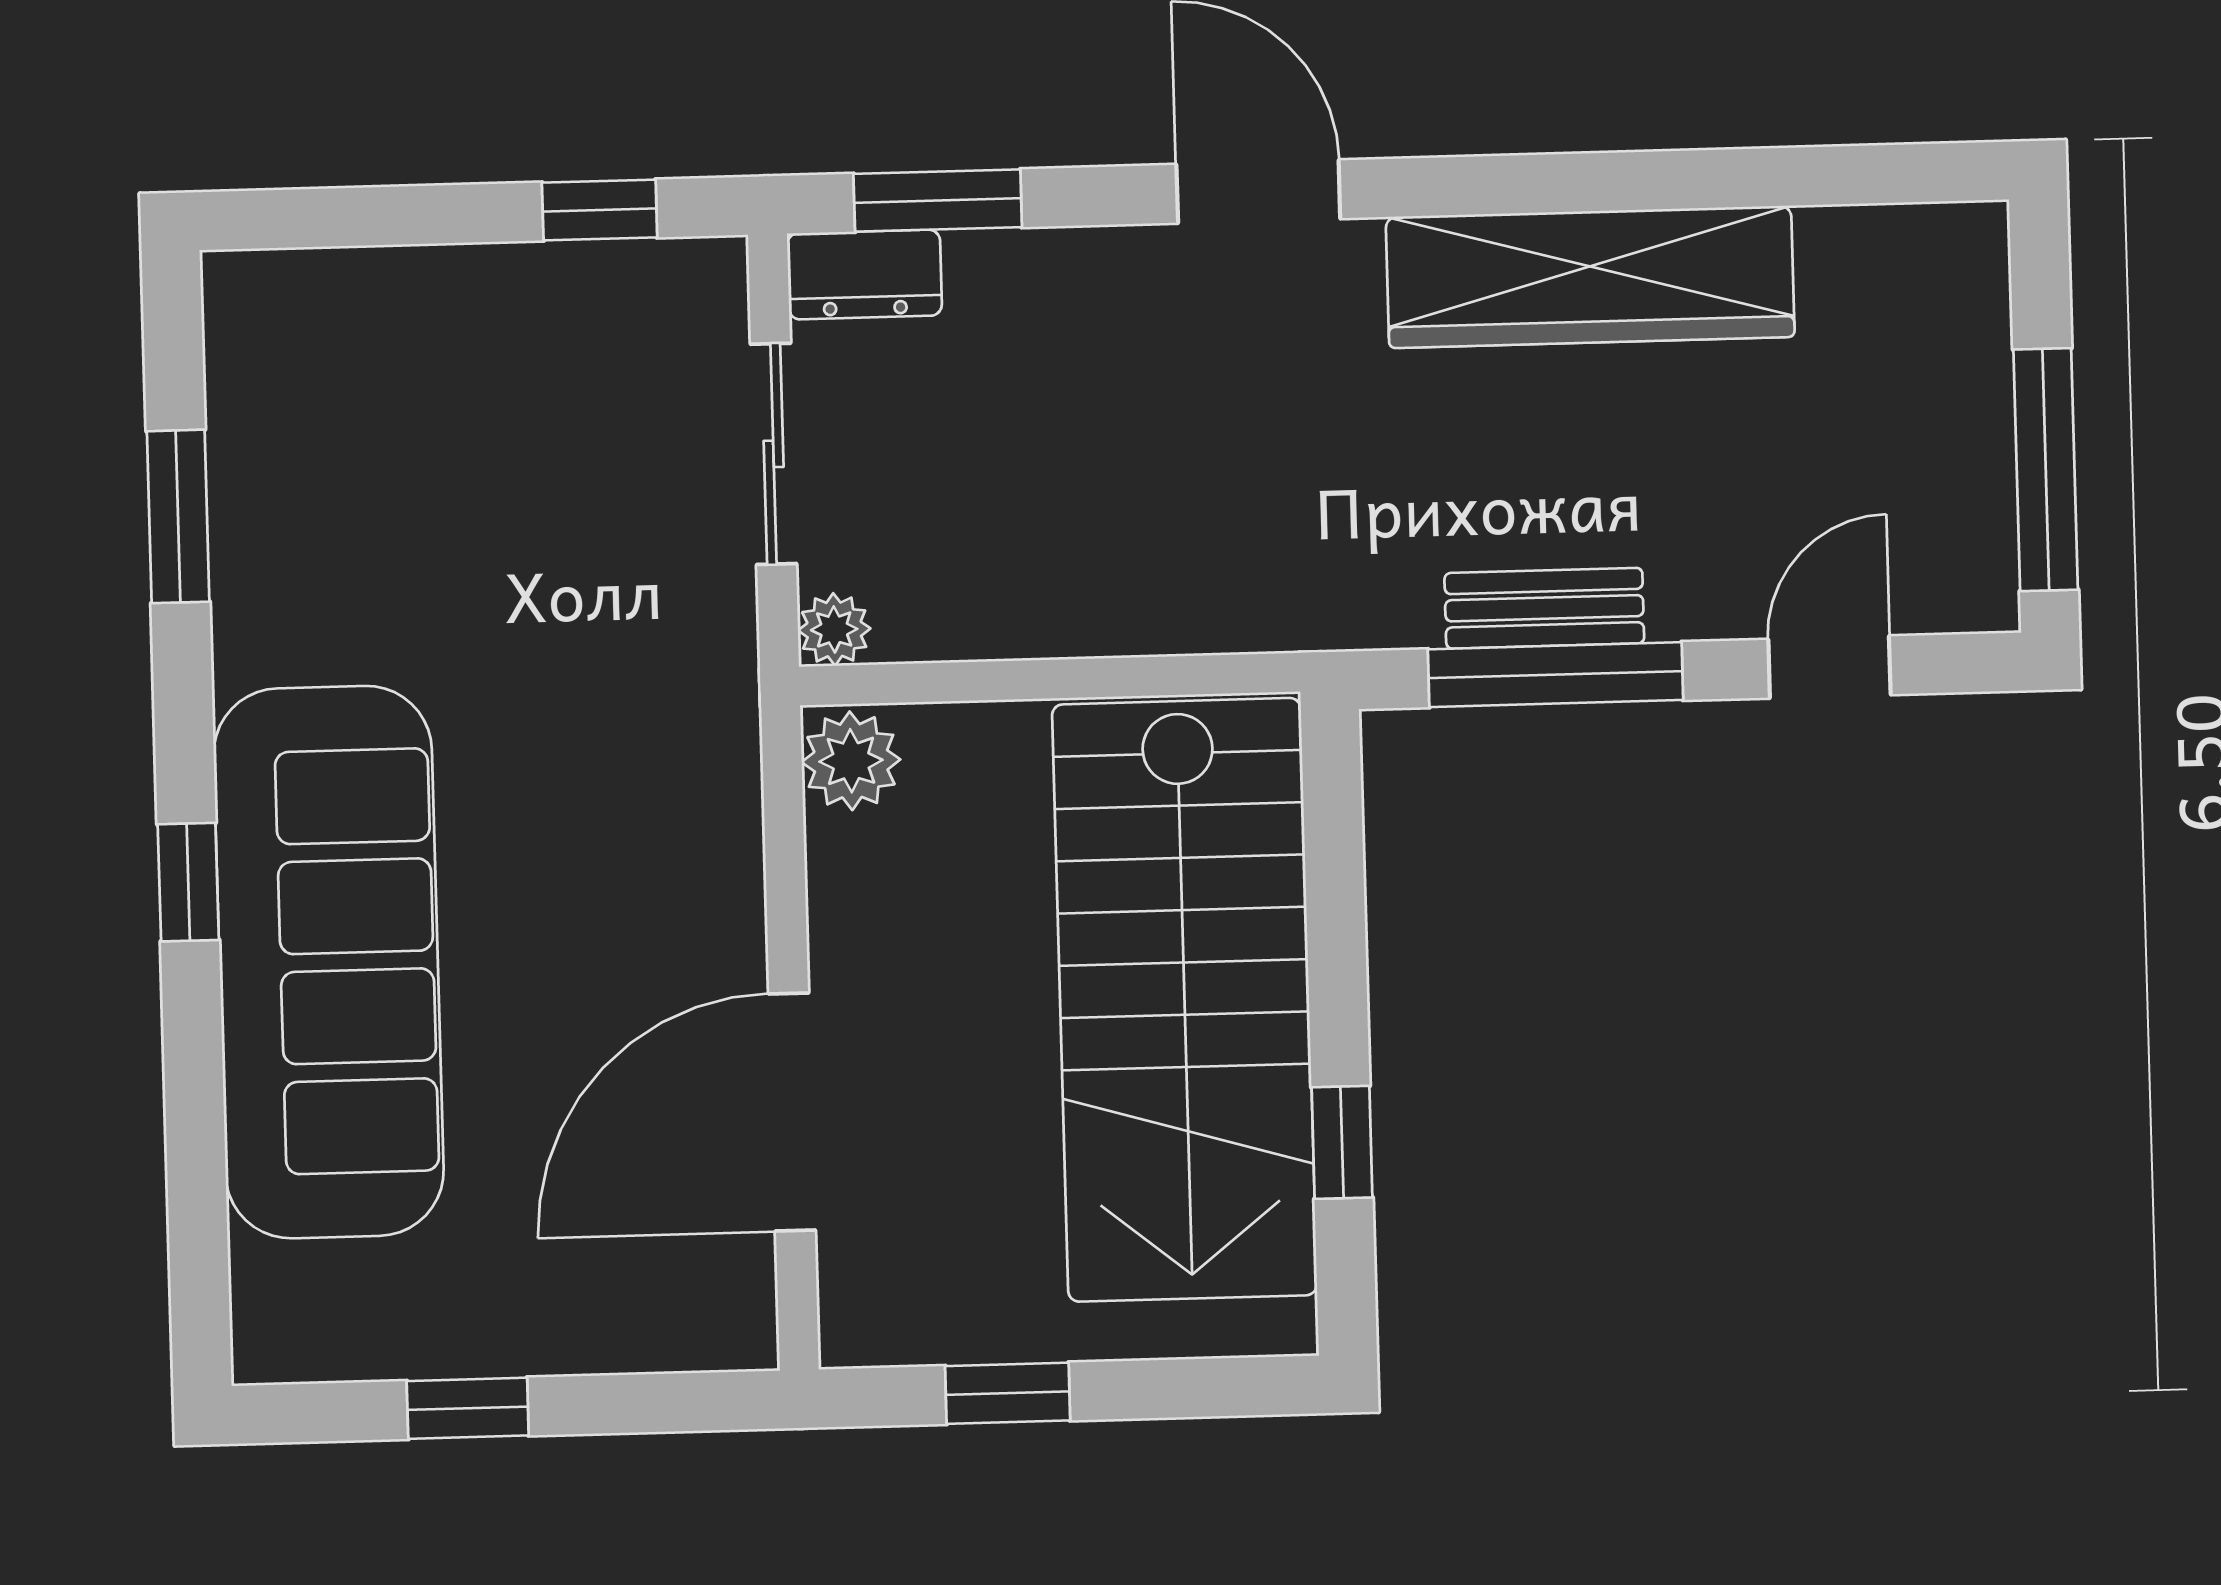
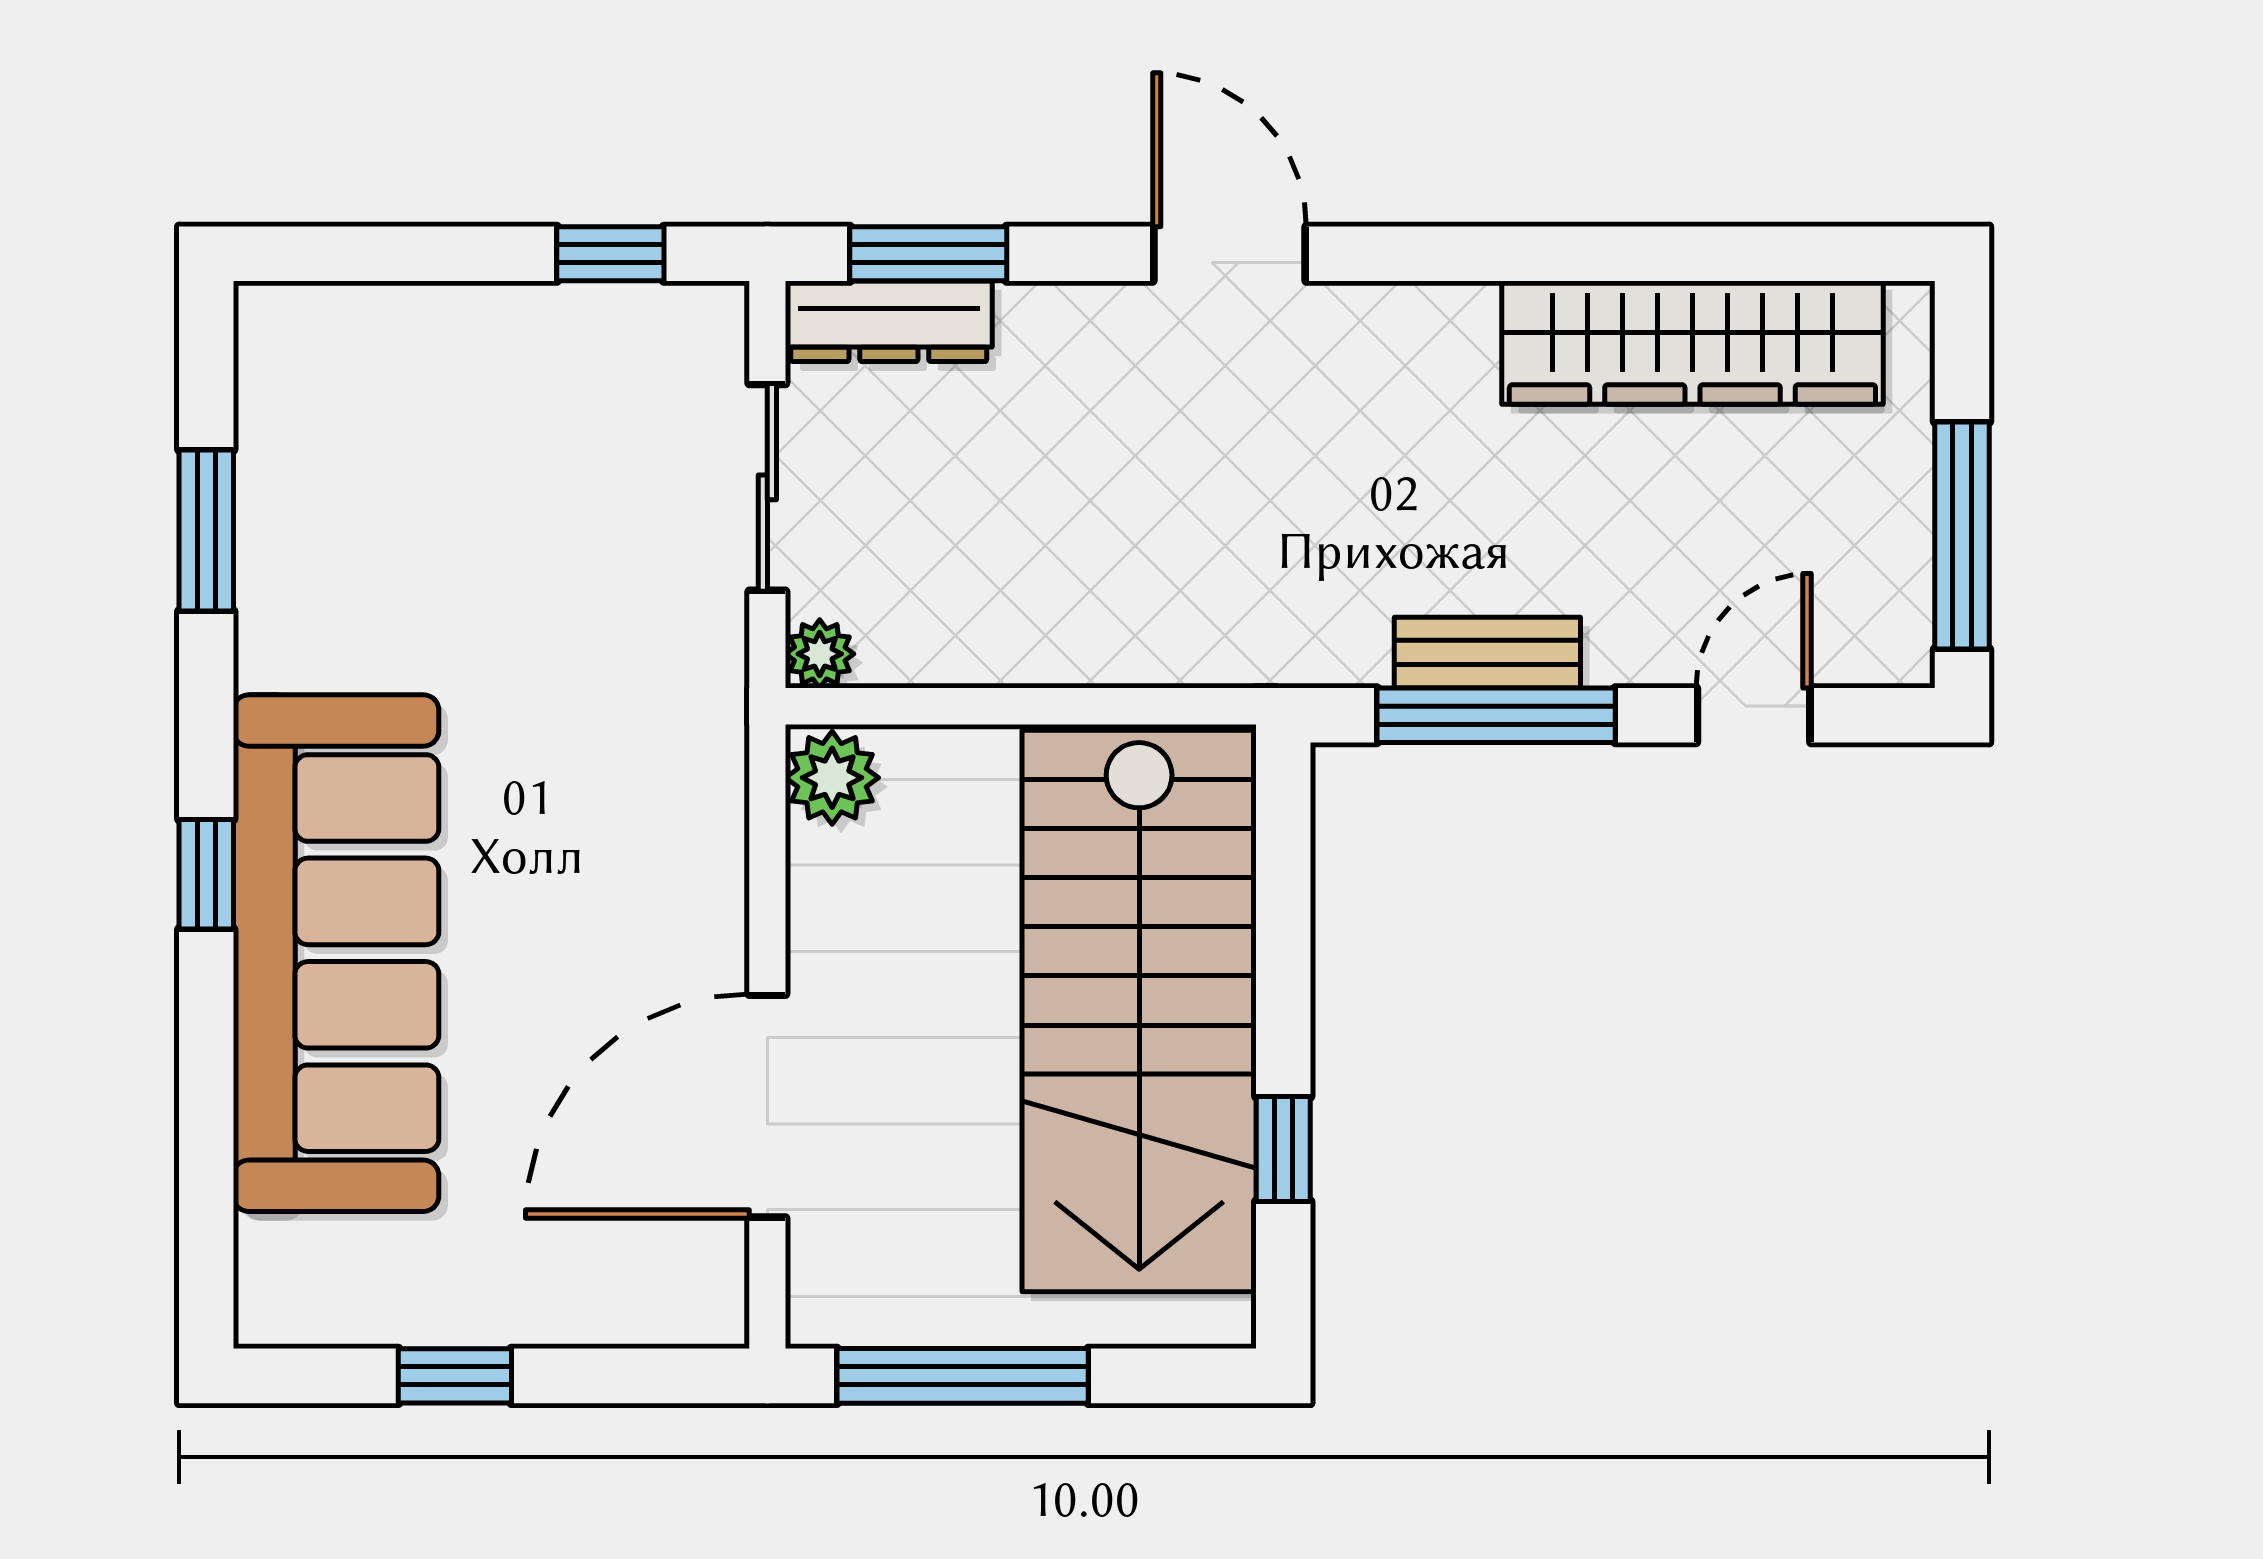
dresser: (864, 275) -> (889, 321), width x1.44
wardrobe: (1590, 277) -> (1692, 343), moved
window: (1008, 1393) -> (963, 1376), width x2.17

